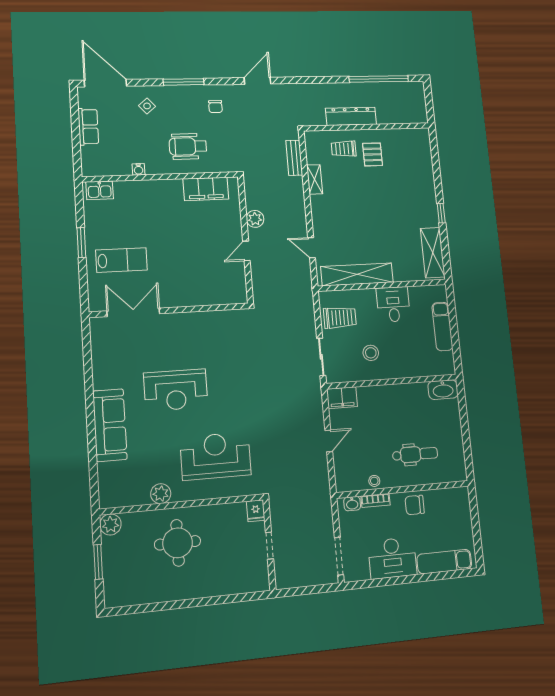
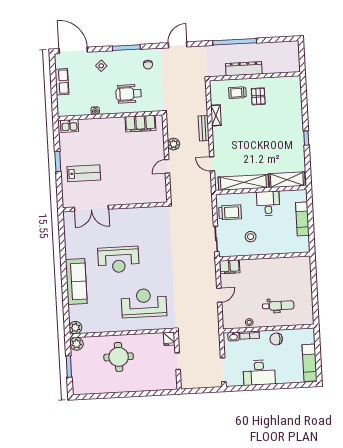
window: (379, 79) -> (235, 42), moved
bench: (294, 158) -> (204, 128), moved
shelving: (433, 253) -> (287, 180), moved, turned 90
double door: (133, 312) -> (91, 208), swing flipped
washbasin: (443, 390) -> (300, 263), removed
plant: (161, 494) -> (75, 328), moved
exam couch: (444, 562) -> (310, 363), moved, turned -90

